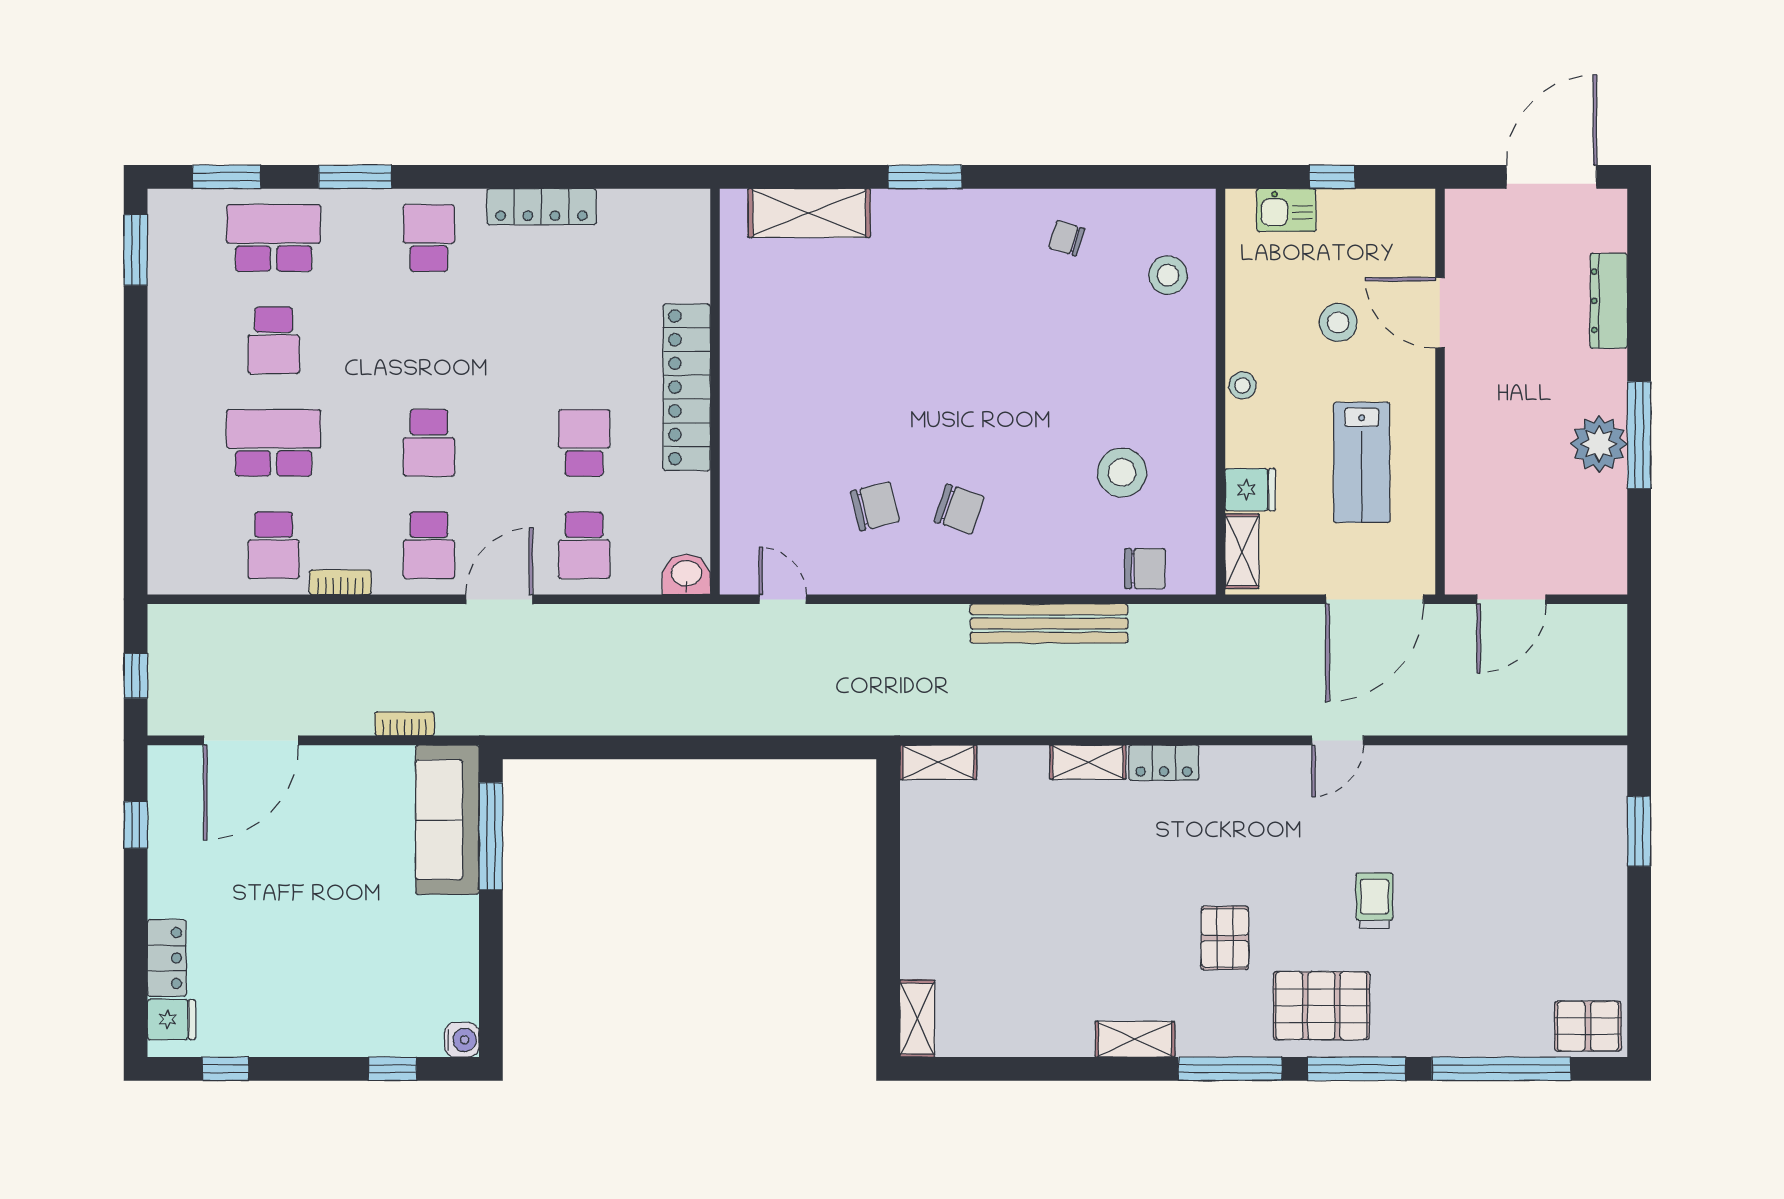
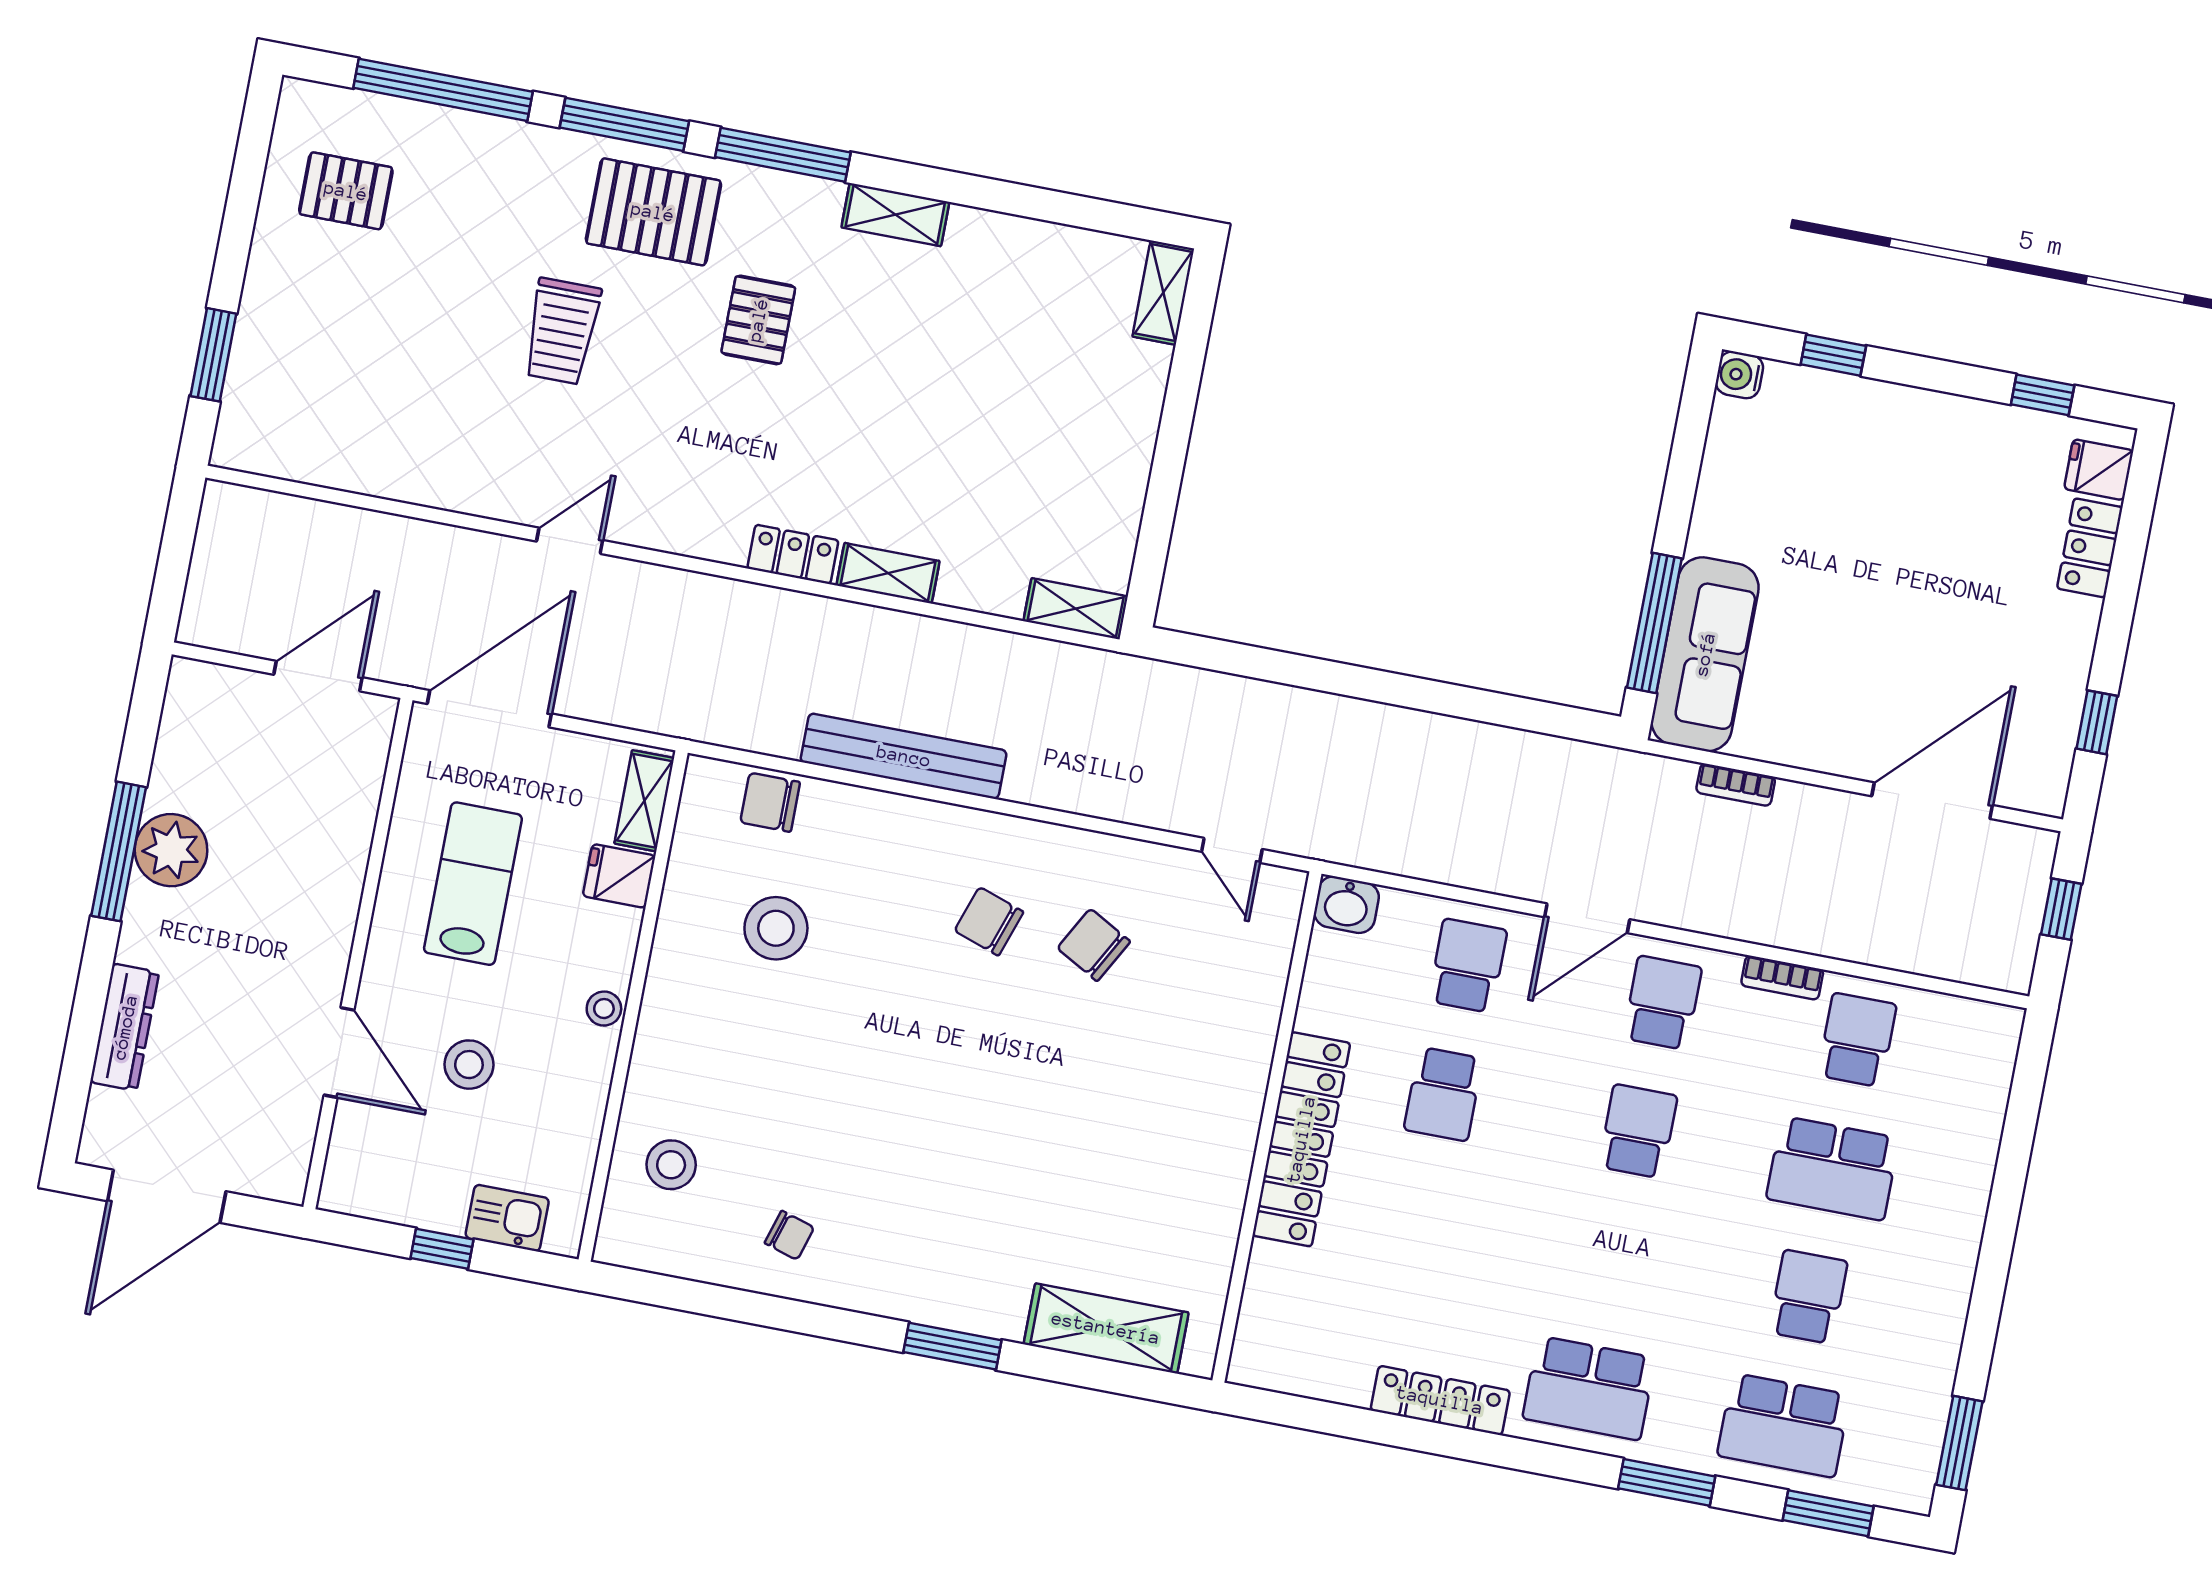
school desk: (429, 238) -> (1589, 1388), width x1.85
chair: (875, 506) -> (1094, 945), turned 43
trolley: (1374, 900) -> (562, 331), width x1.36, depth x1.39
pallet: (1588, 1026) -> (346, 191), moved

